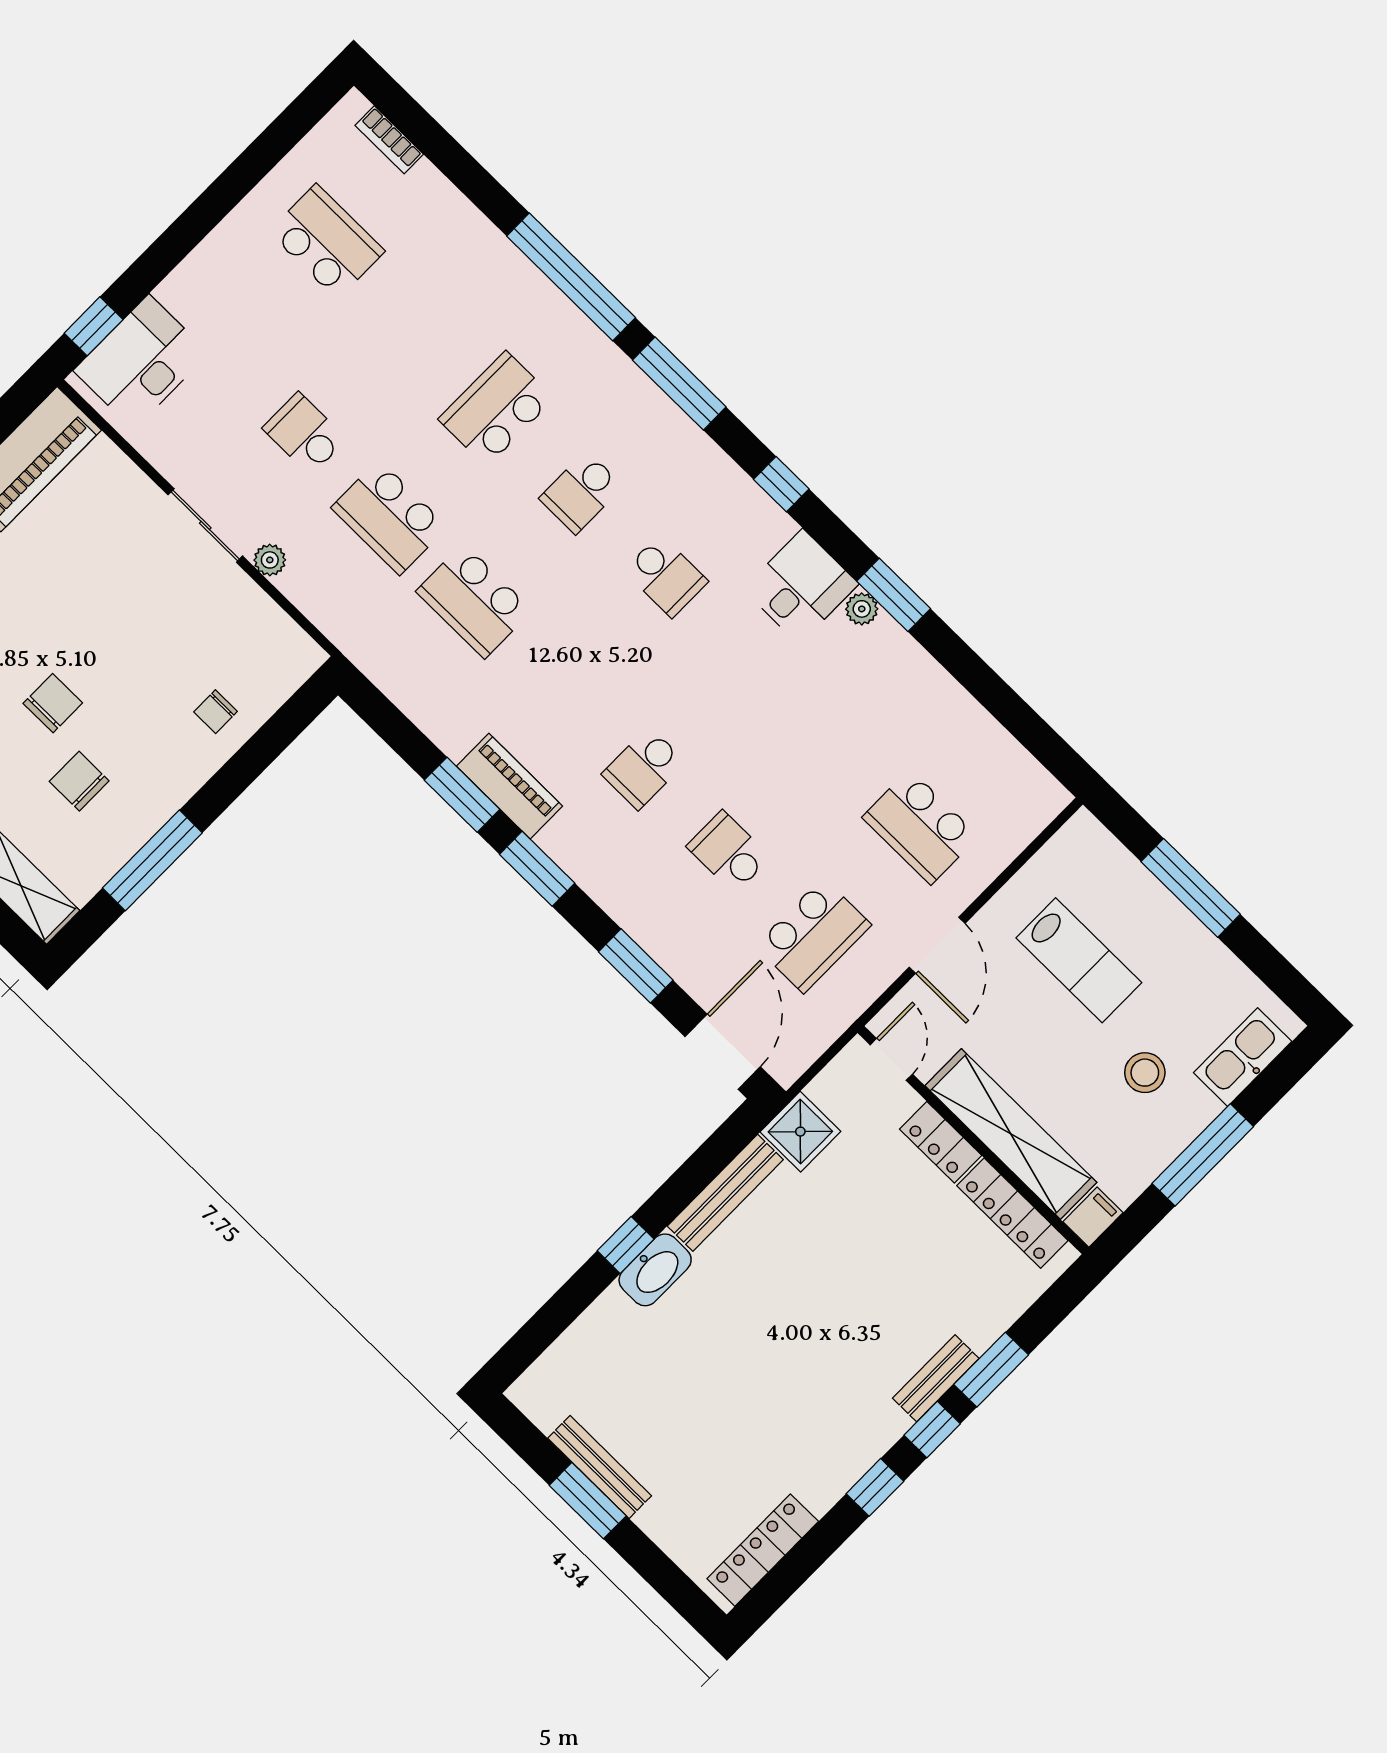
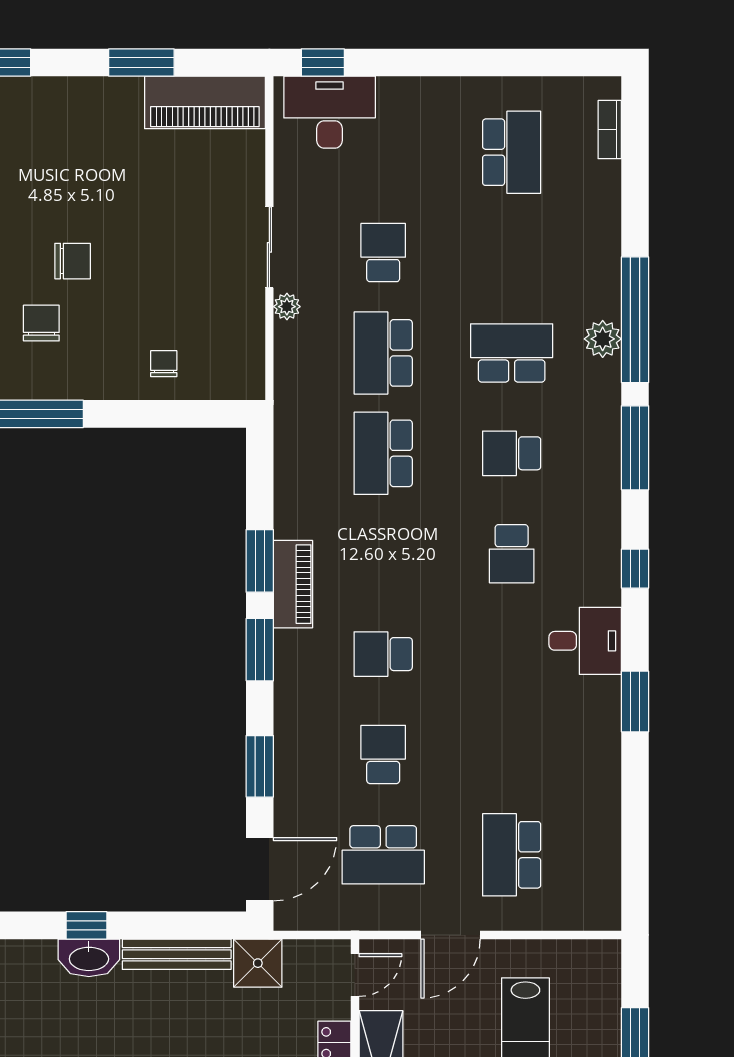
plant: (862, 609) -> (603, 339), moved, width x1.38, depth x1.38
chair: (216, 712) -> (164, 364), turned 90

